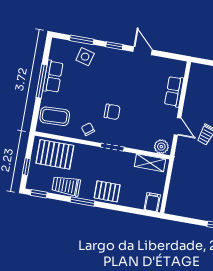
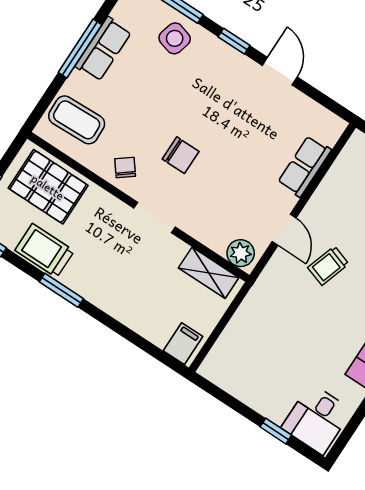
pallet: (107, 191) -> (112, 291), removed

